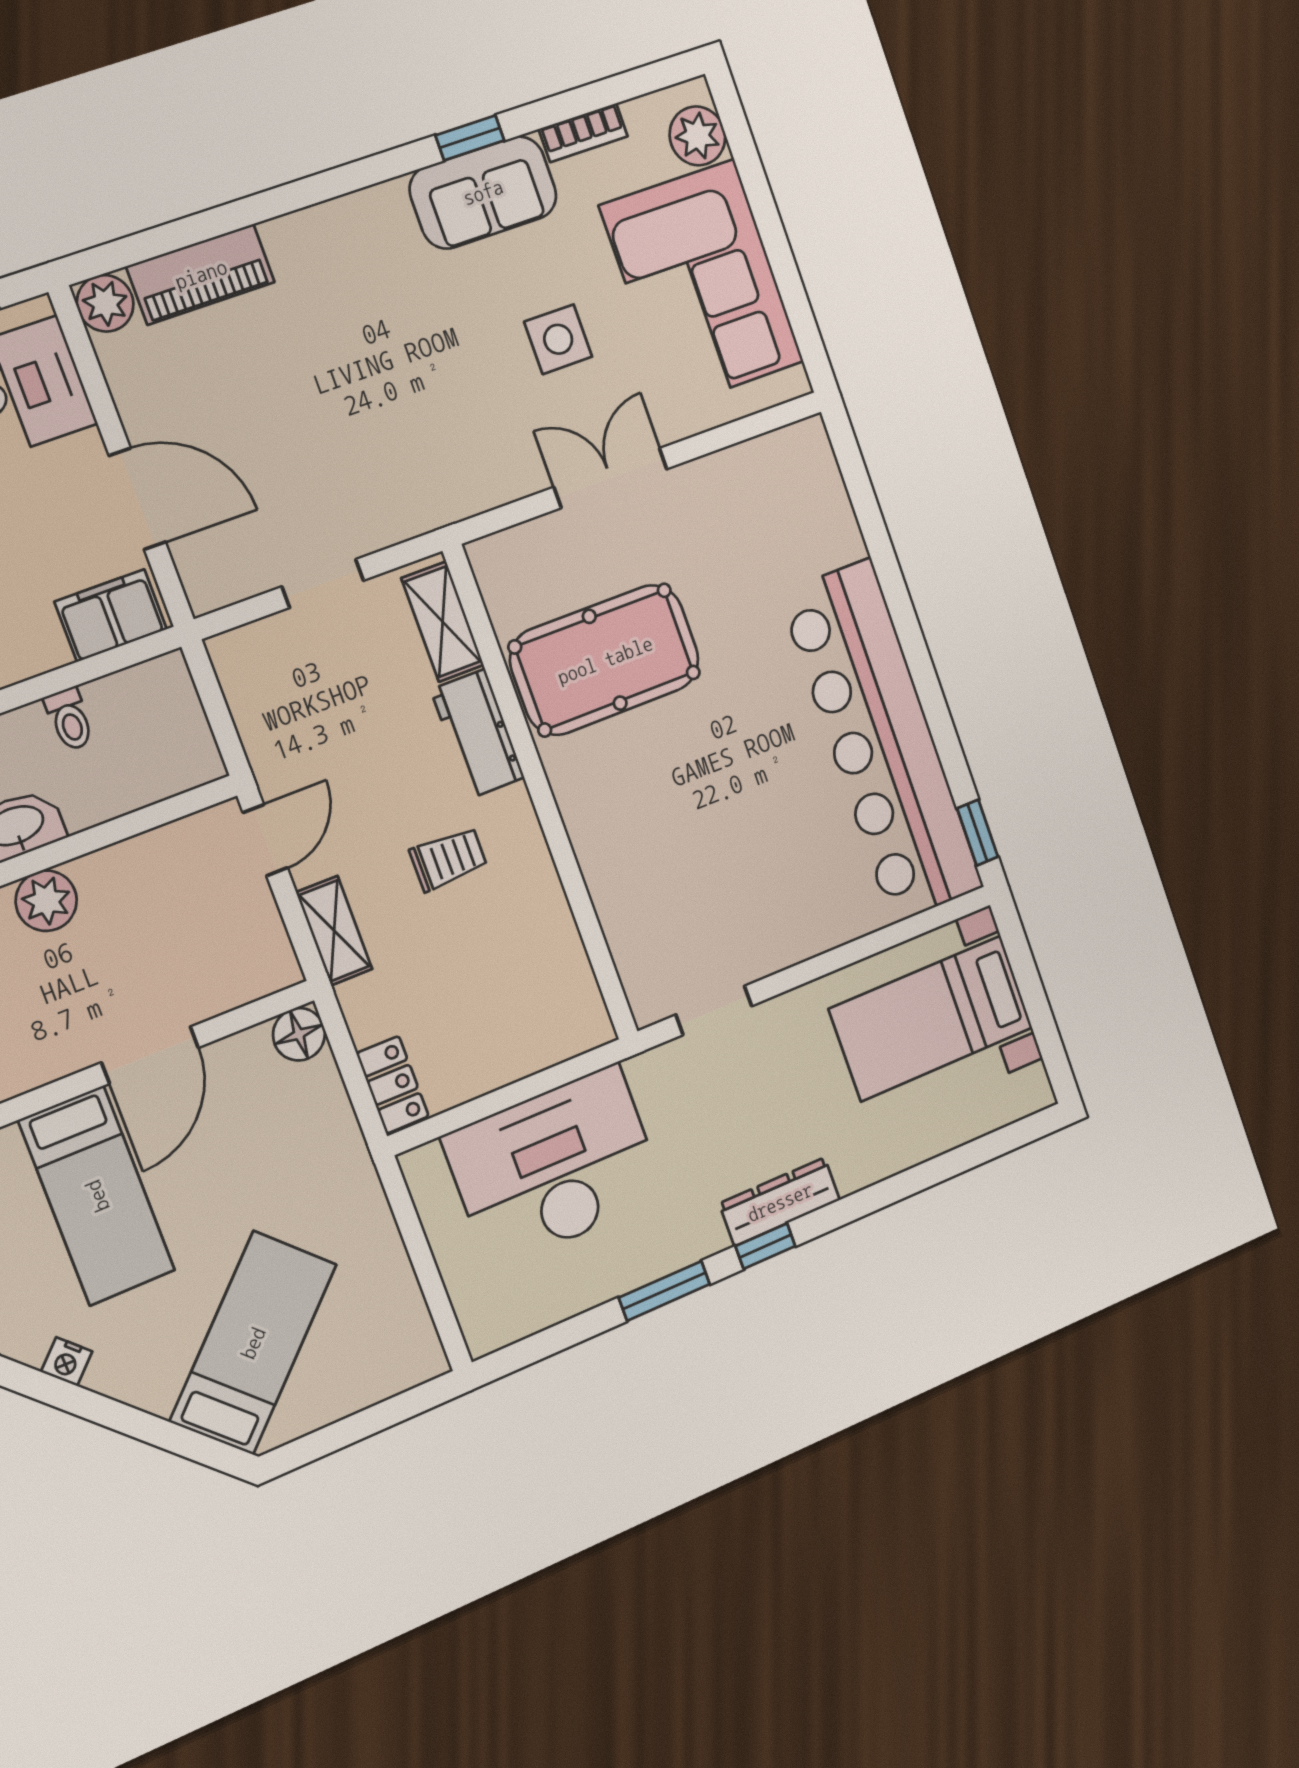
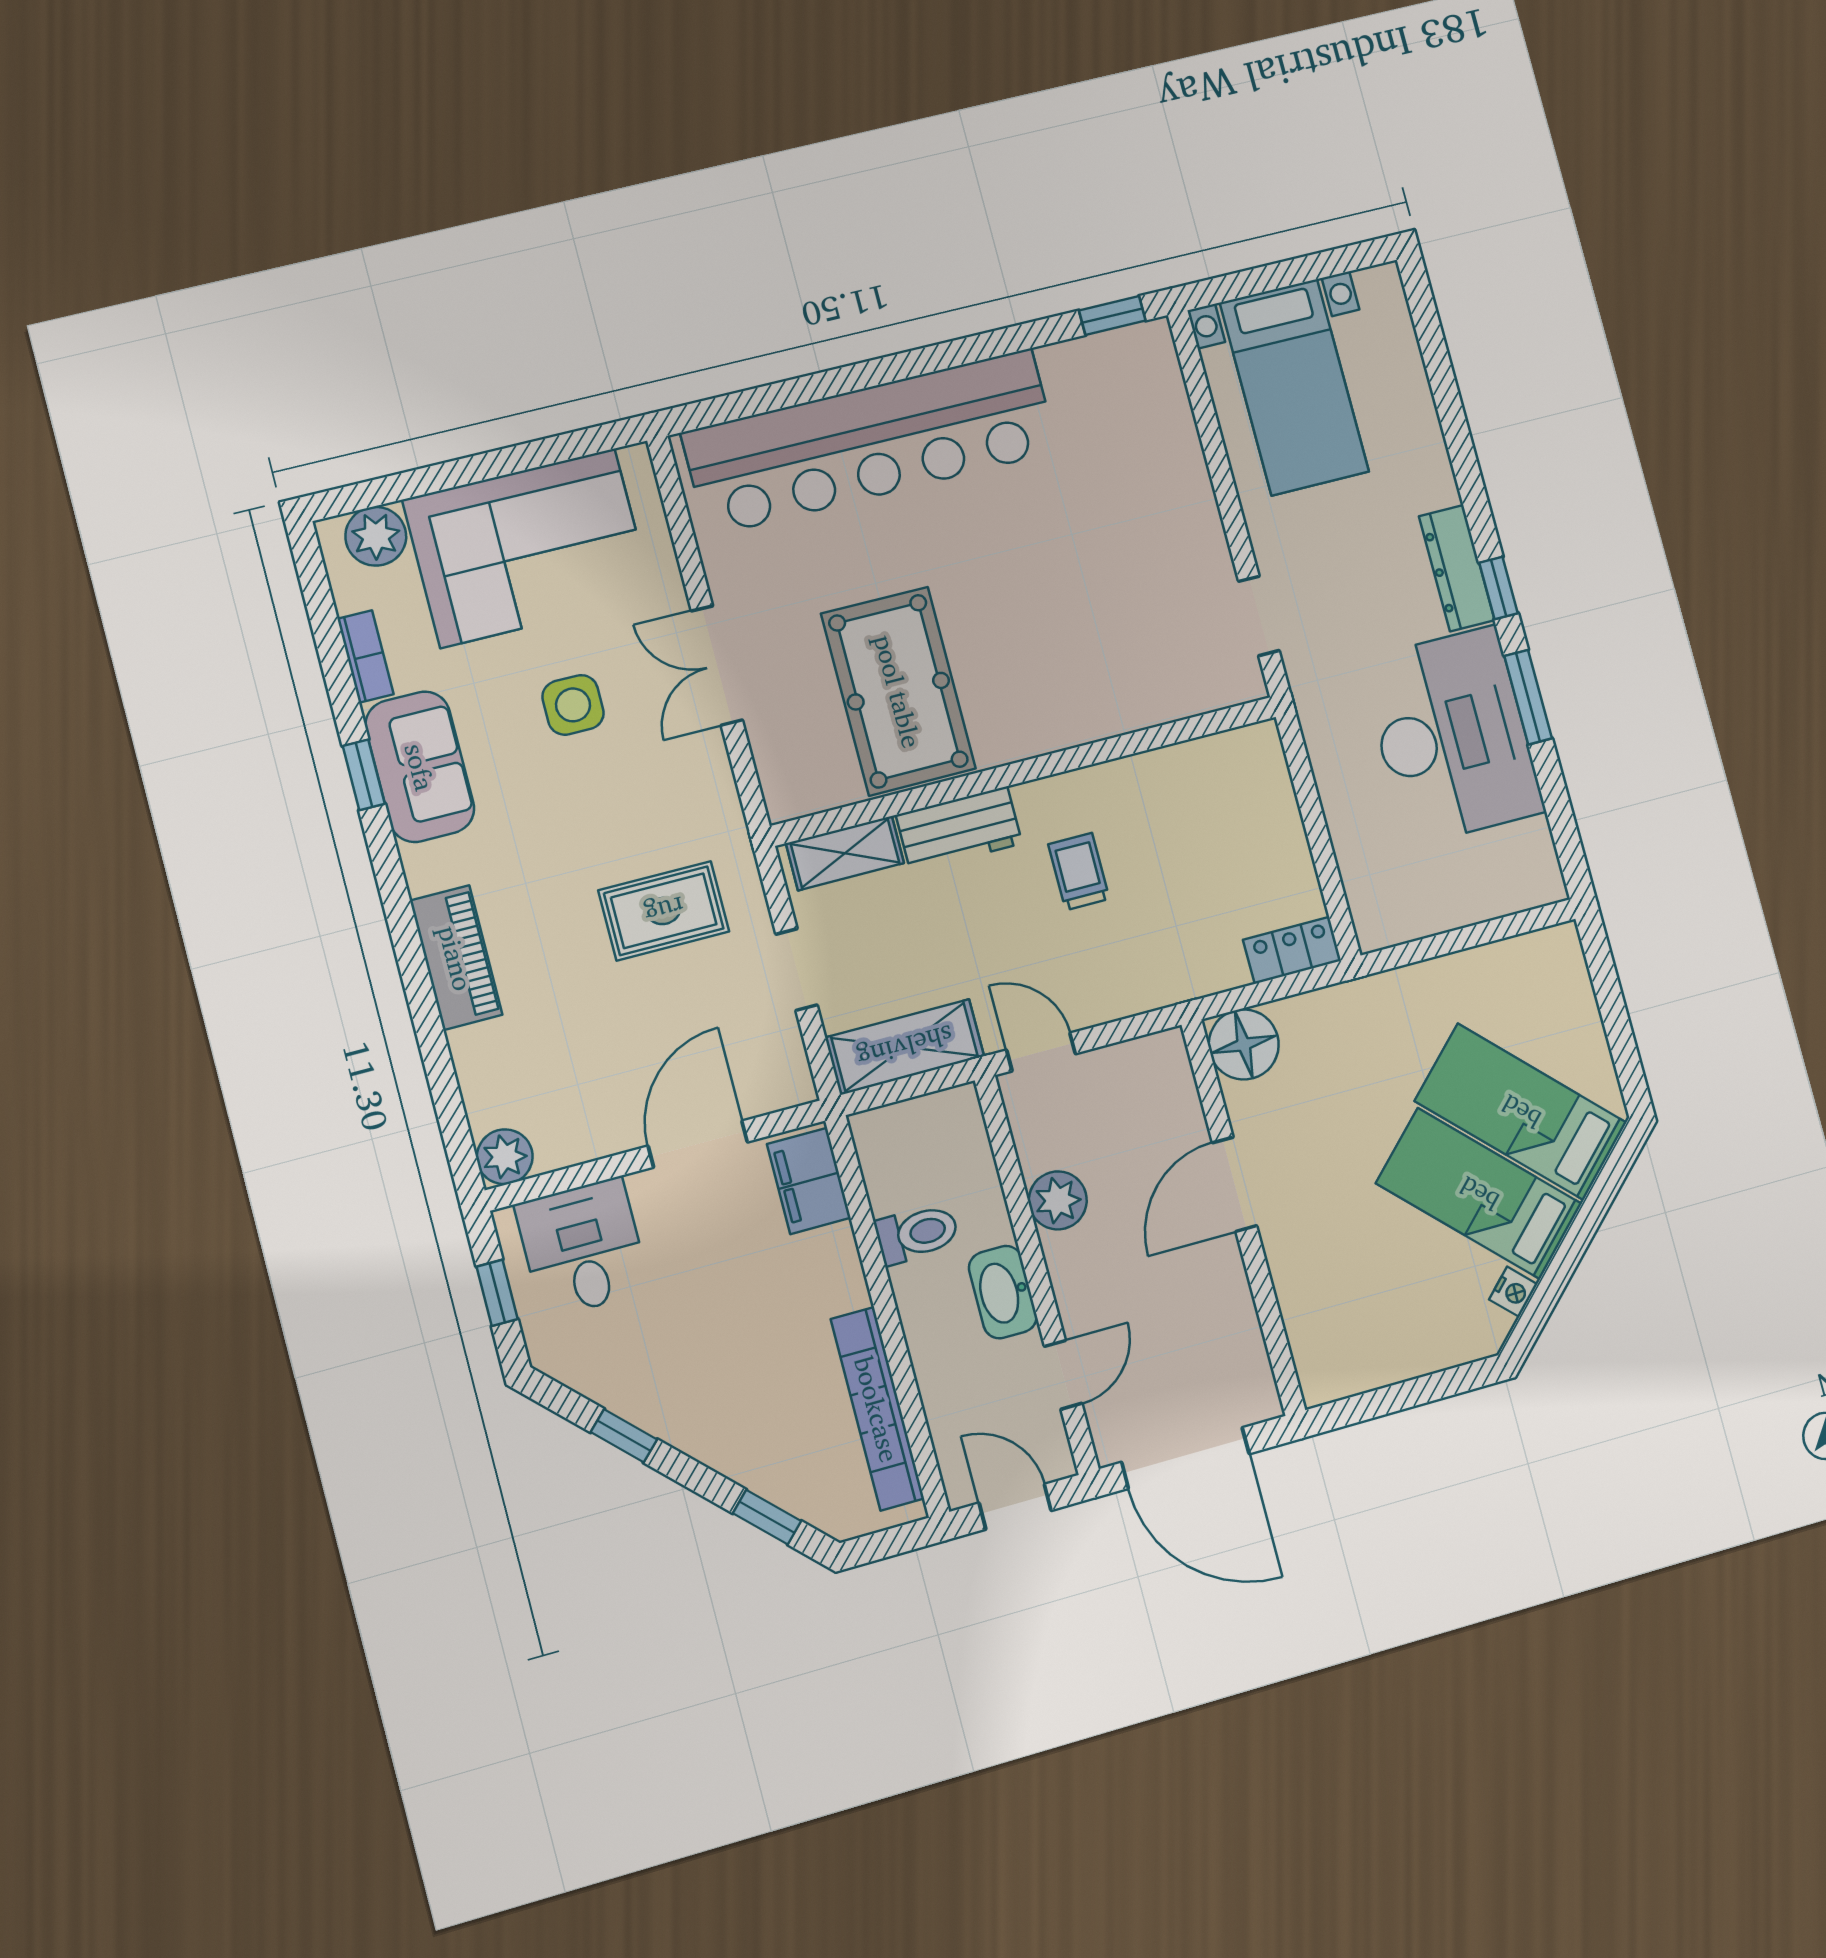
piano: (201, 274) -> (456, 958), moved
rug: (368, 445) -> (664, 911), added
toilet: (69, 719) -> (917, 1234), width x1.37, depth x1.39
bar counter: (882, 742) -> (870, 442), moved
plant: (46, 901) -> (1058, 1200), moved
shelving: (334, 931) -> (905, 1047), moved, width x1.50, depth x1.33
floor lamp: (299, 1034) -> (1244, 1044), width x1.38, depth x1.38
door: (150, 1055) -> (1234, 1184), swing flipped
desk: (554, 1167) -> (1452, 736), moved, turned 180
bed: (97, 1196) -> (1479, 1194), moved, turned -135

